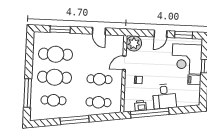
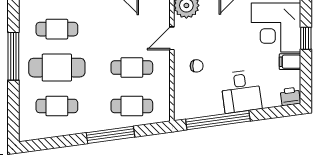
cafe table: (56, 54) -> (57, 29), width x0.73, depth x0.74
window: (28, 93) -> (13, 56), moved
printer: (140, 106) -> (290, 96), moved
window: (75, 120) -> (110, 135), moved

